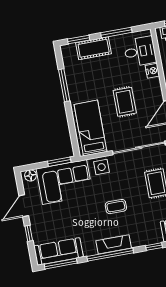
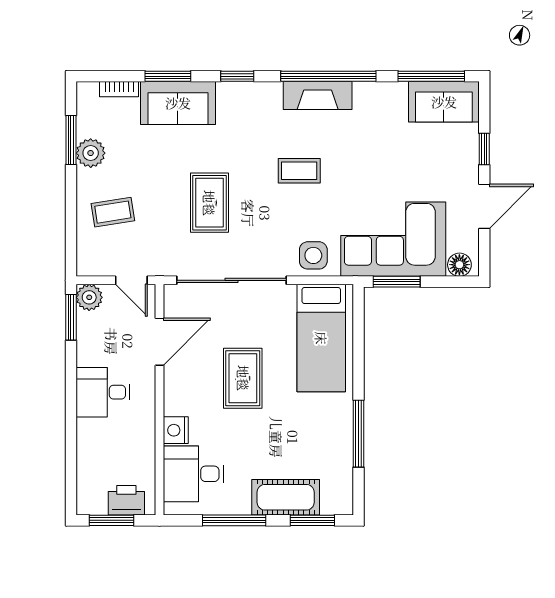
sofa: (58, 251) -> (444, 102), width x0.73

